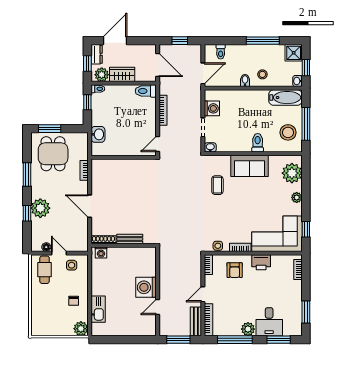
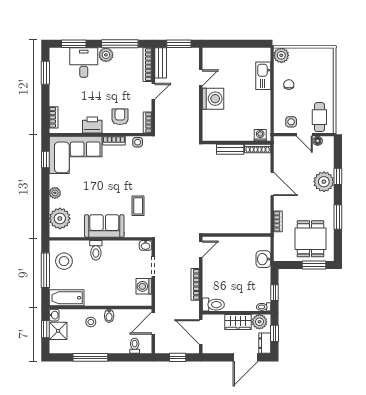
shower: (294, 53) -> (58, 331), moved

